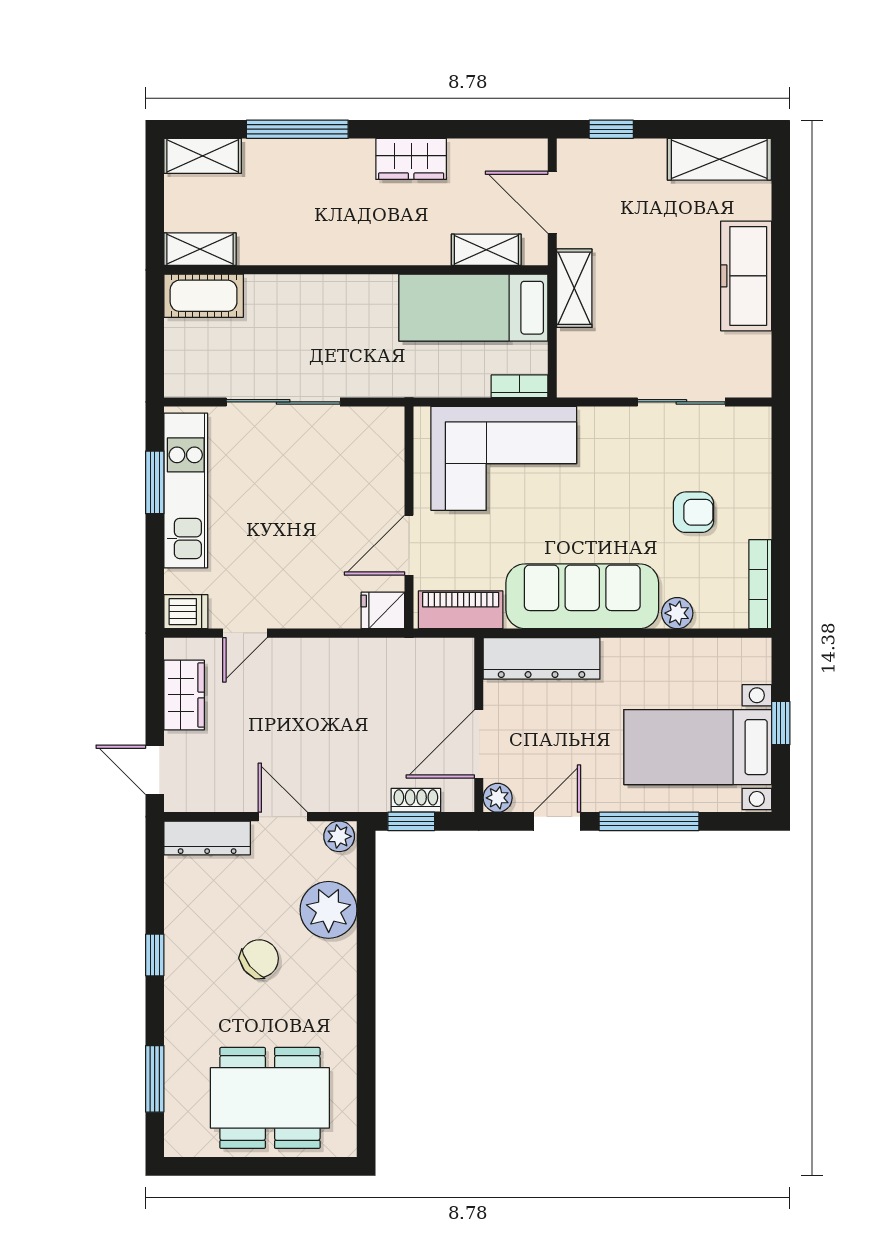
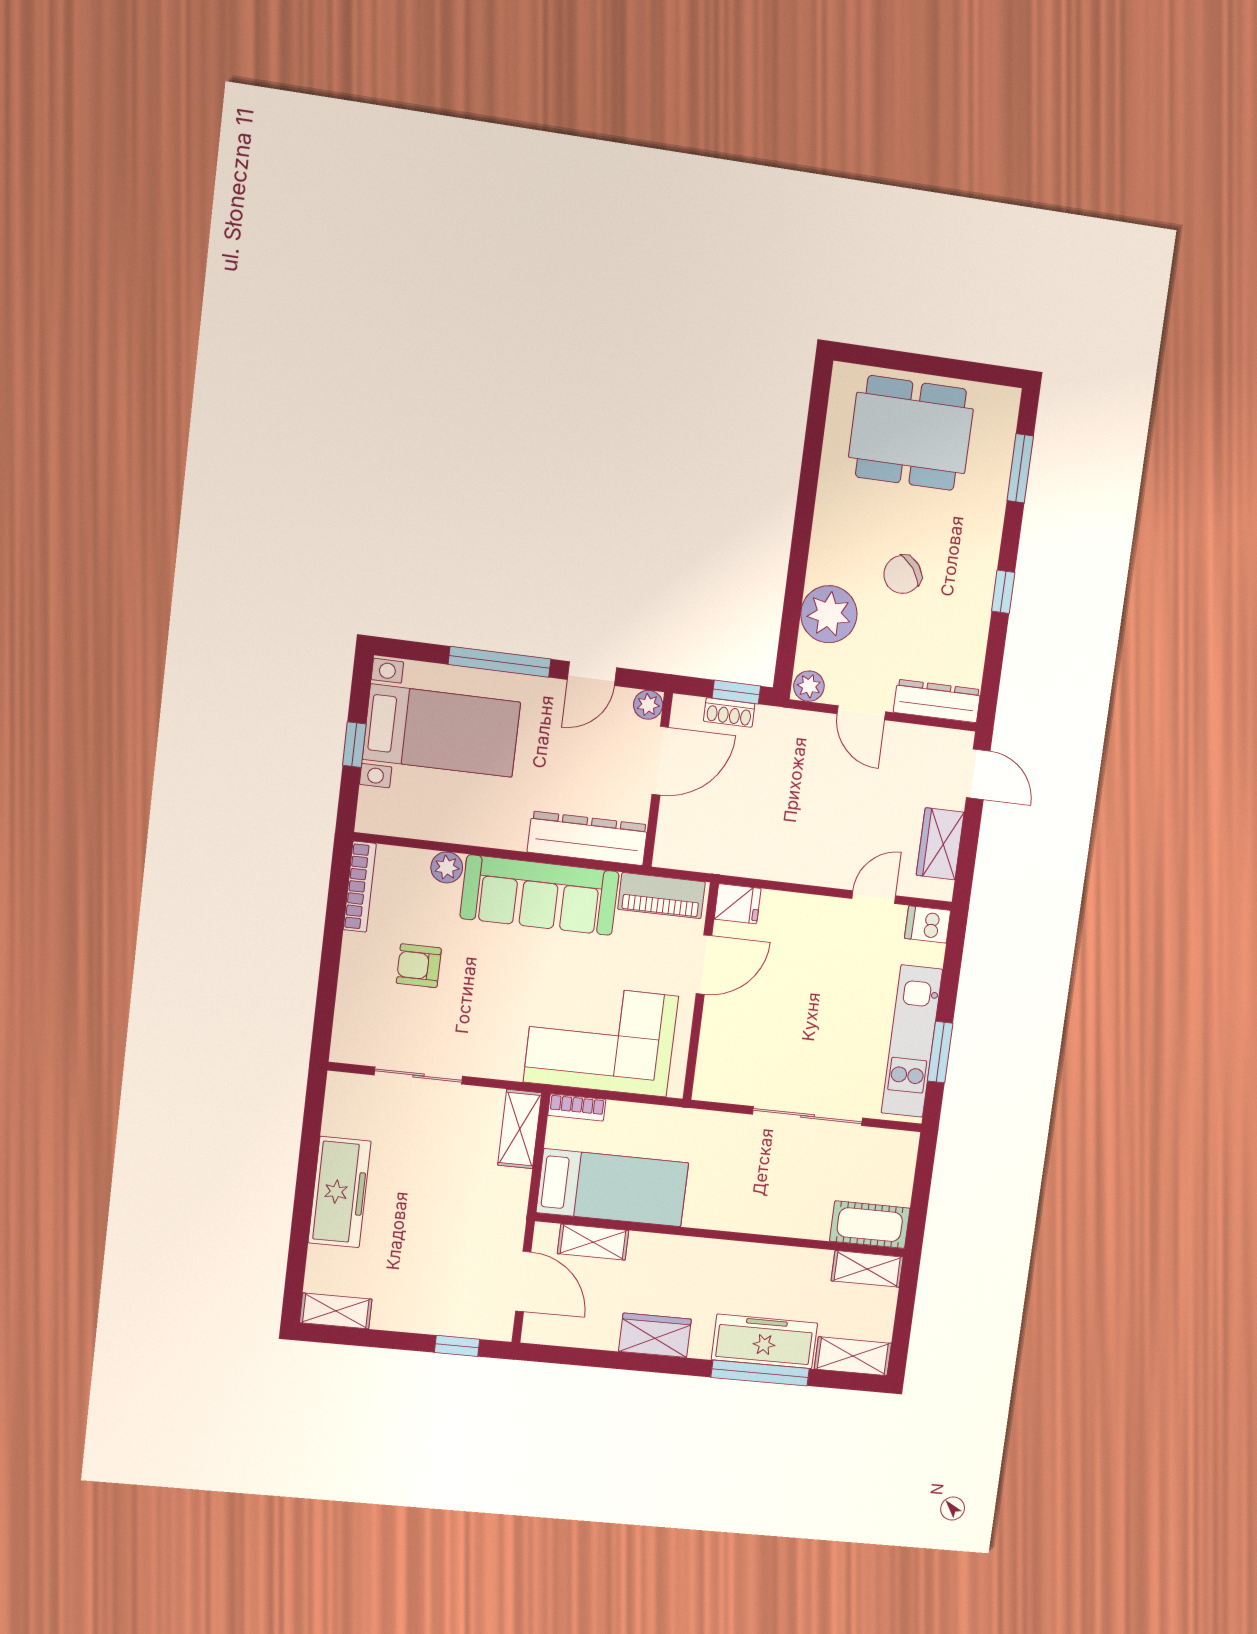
shelving: (719, 159) -> (336, 1311), width x0.67, depth x0.75
freezer: (297, 163) -> (764, 1341), added
shelving: (574, 288) -> (520, 1129), moved

